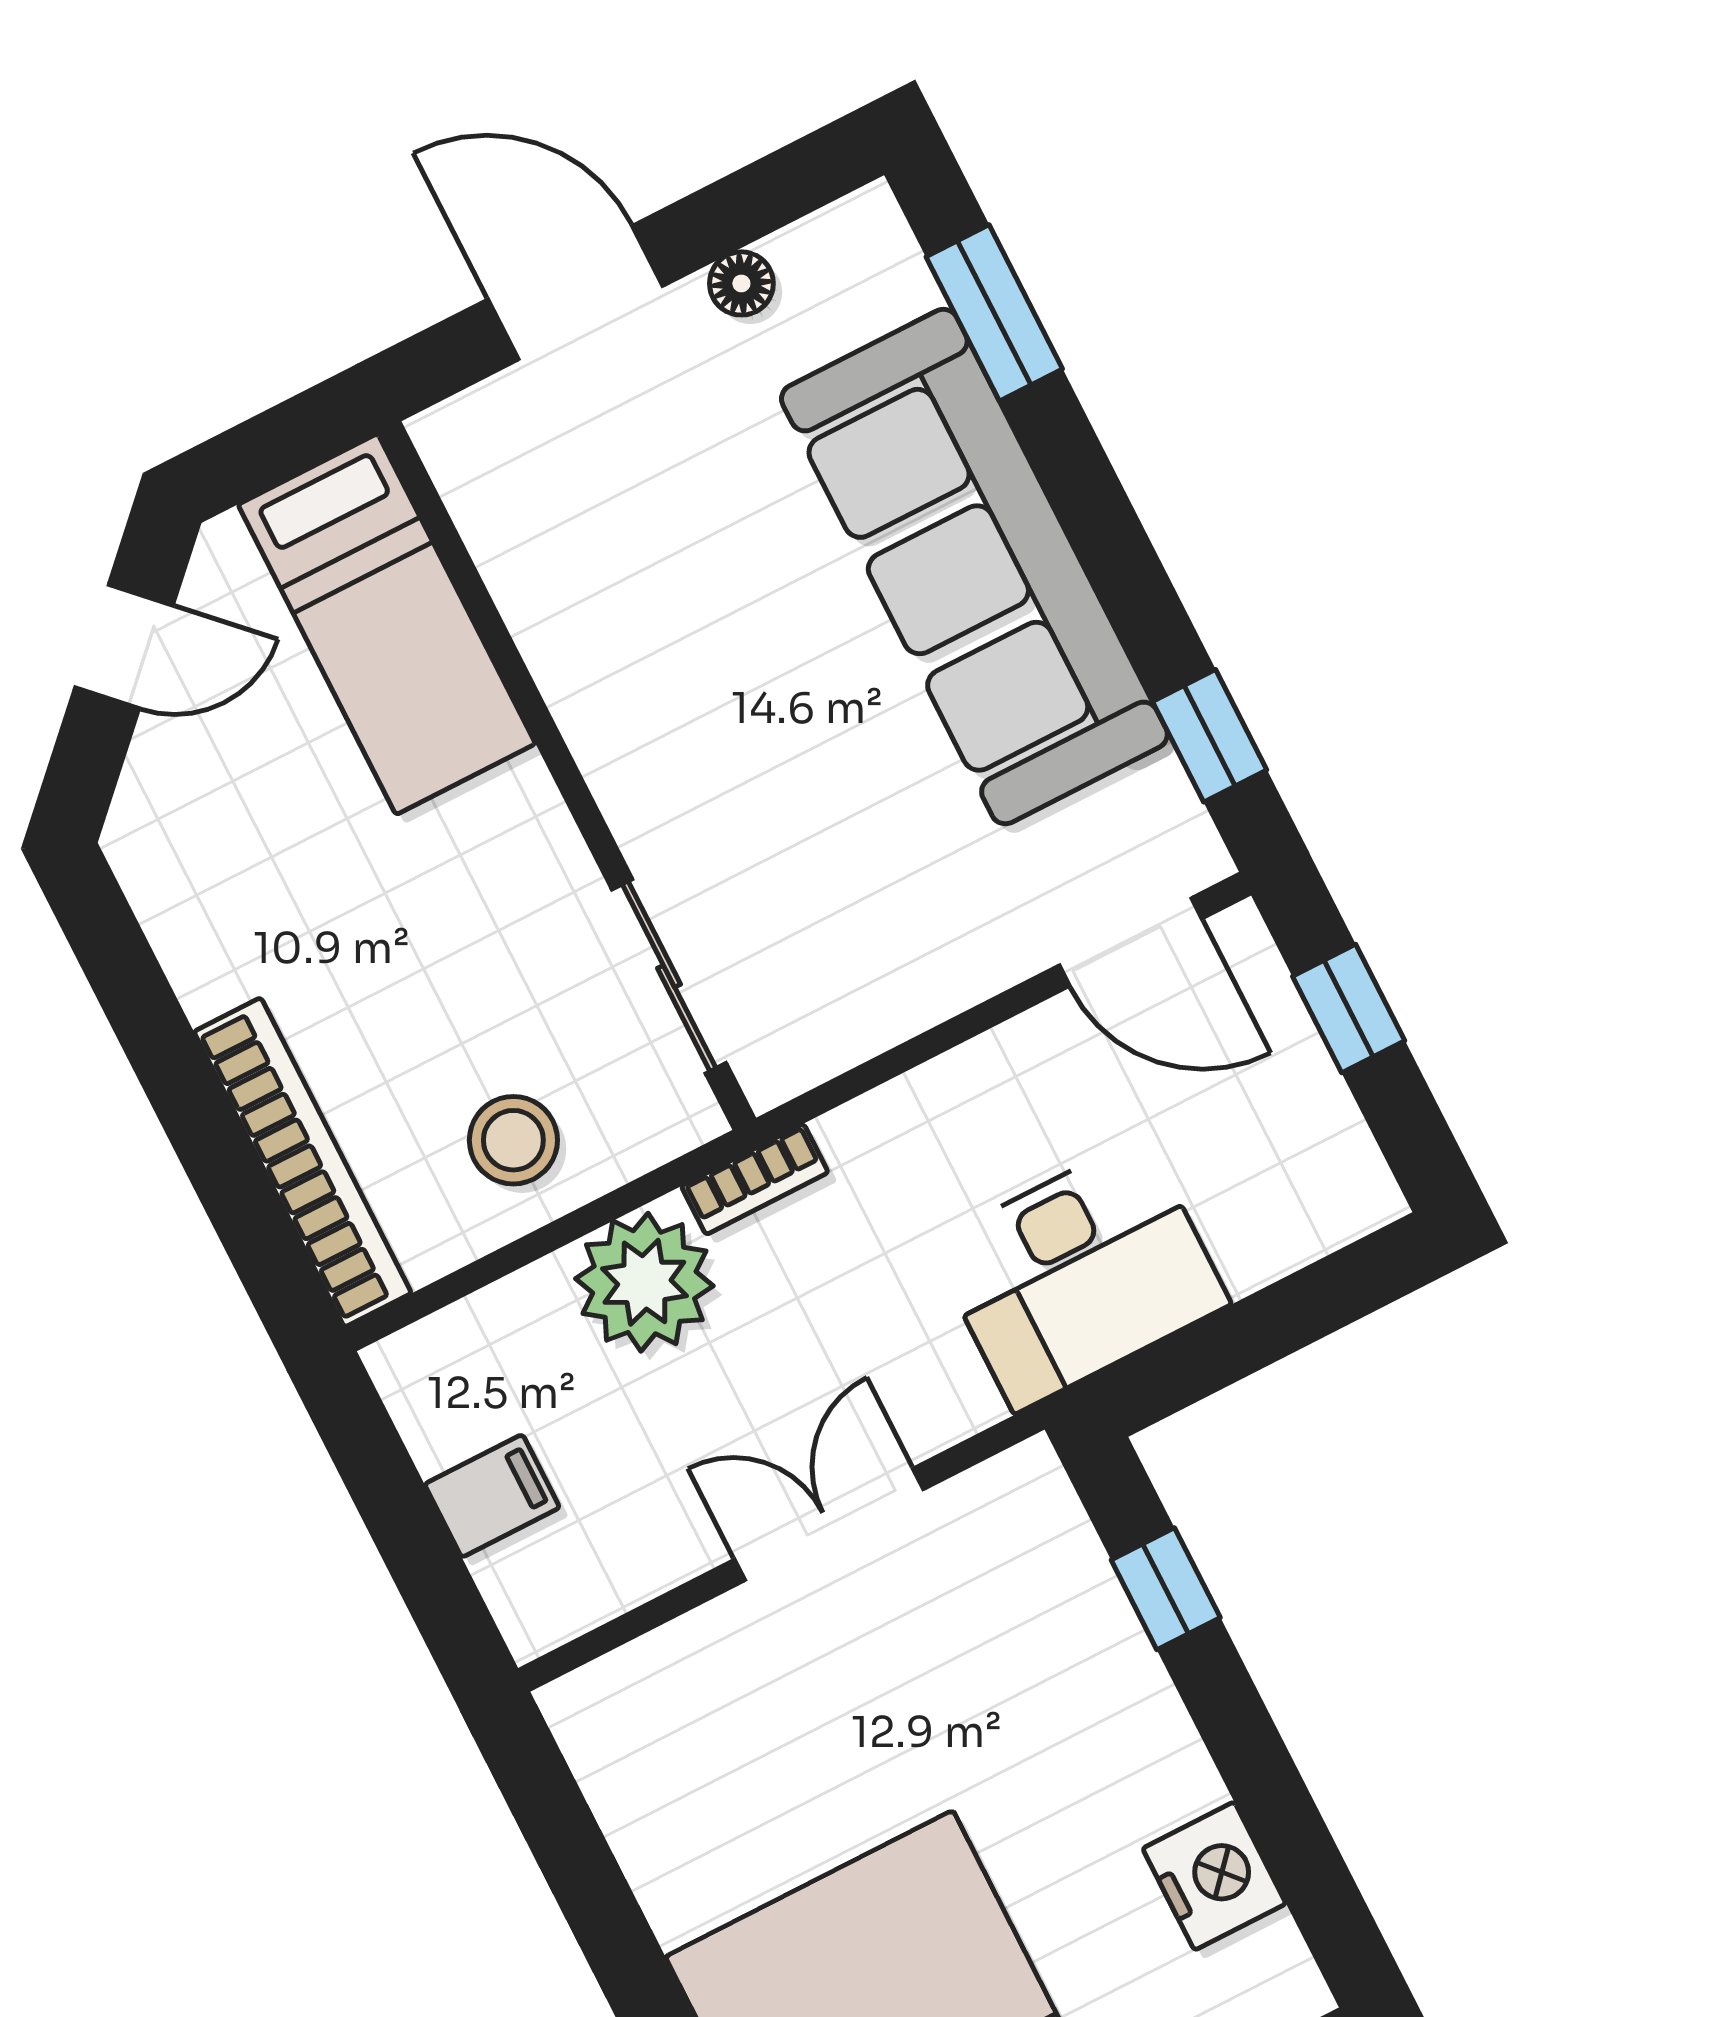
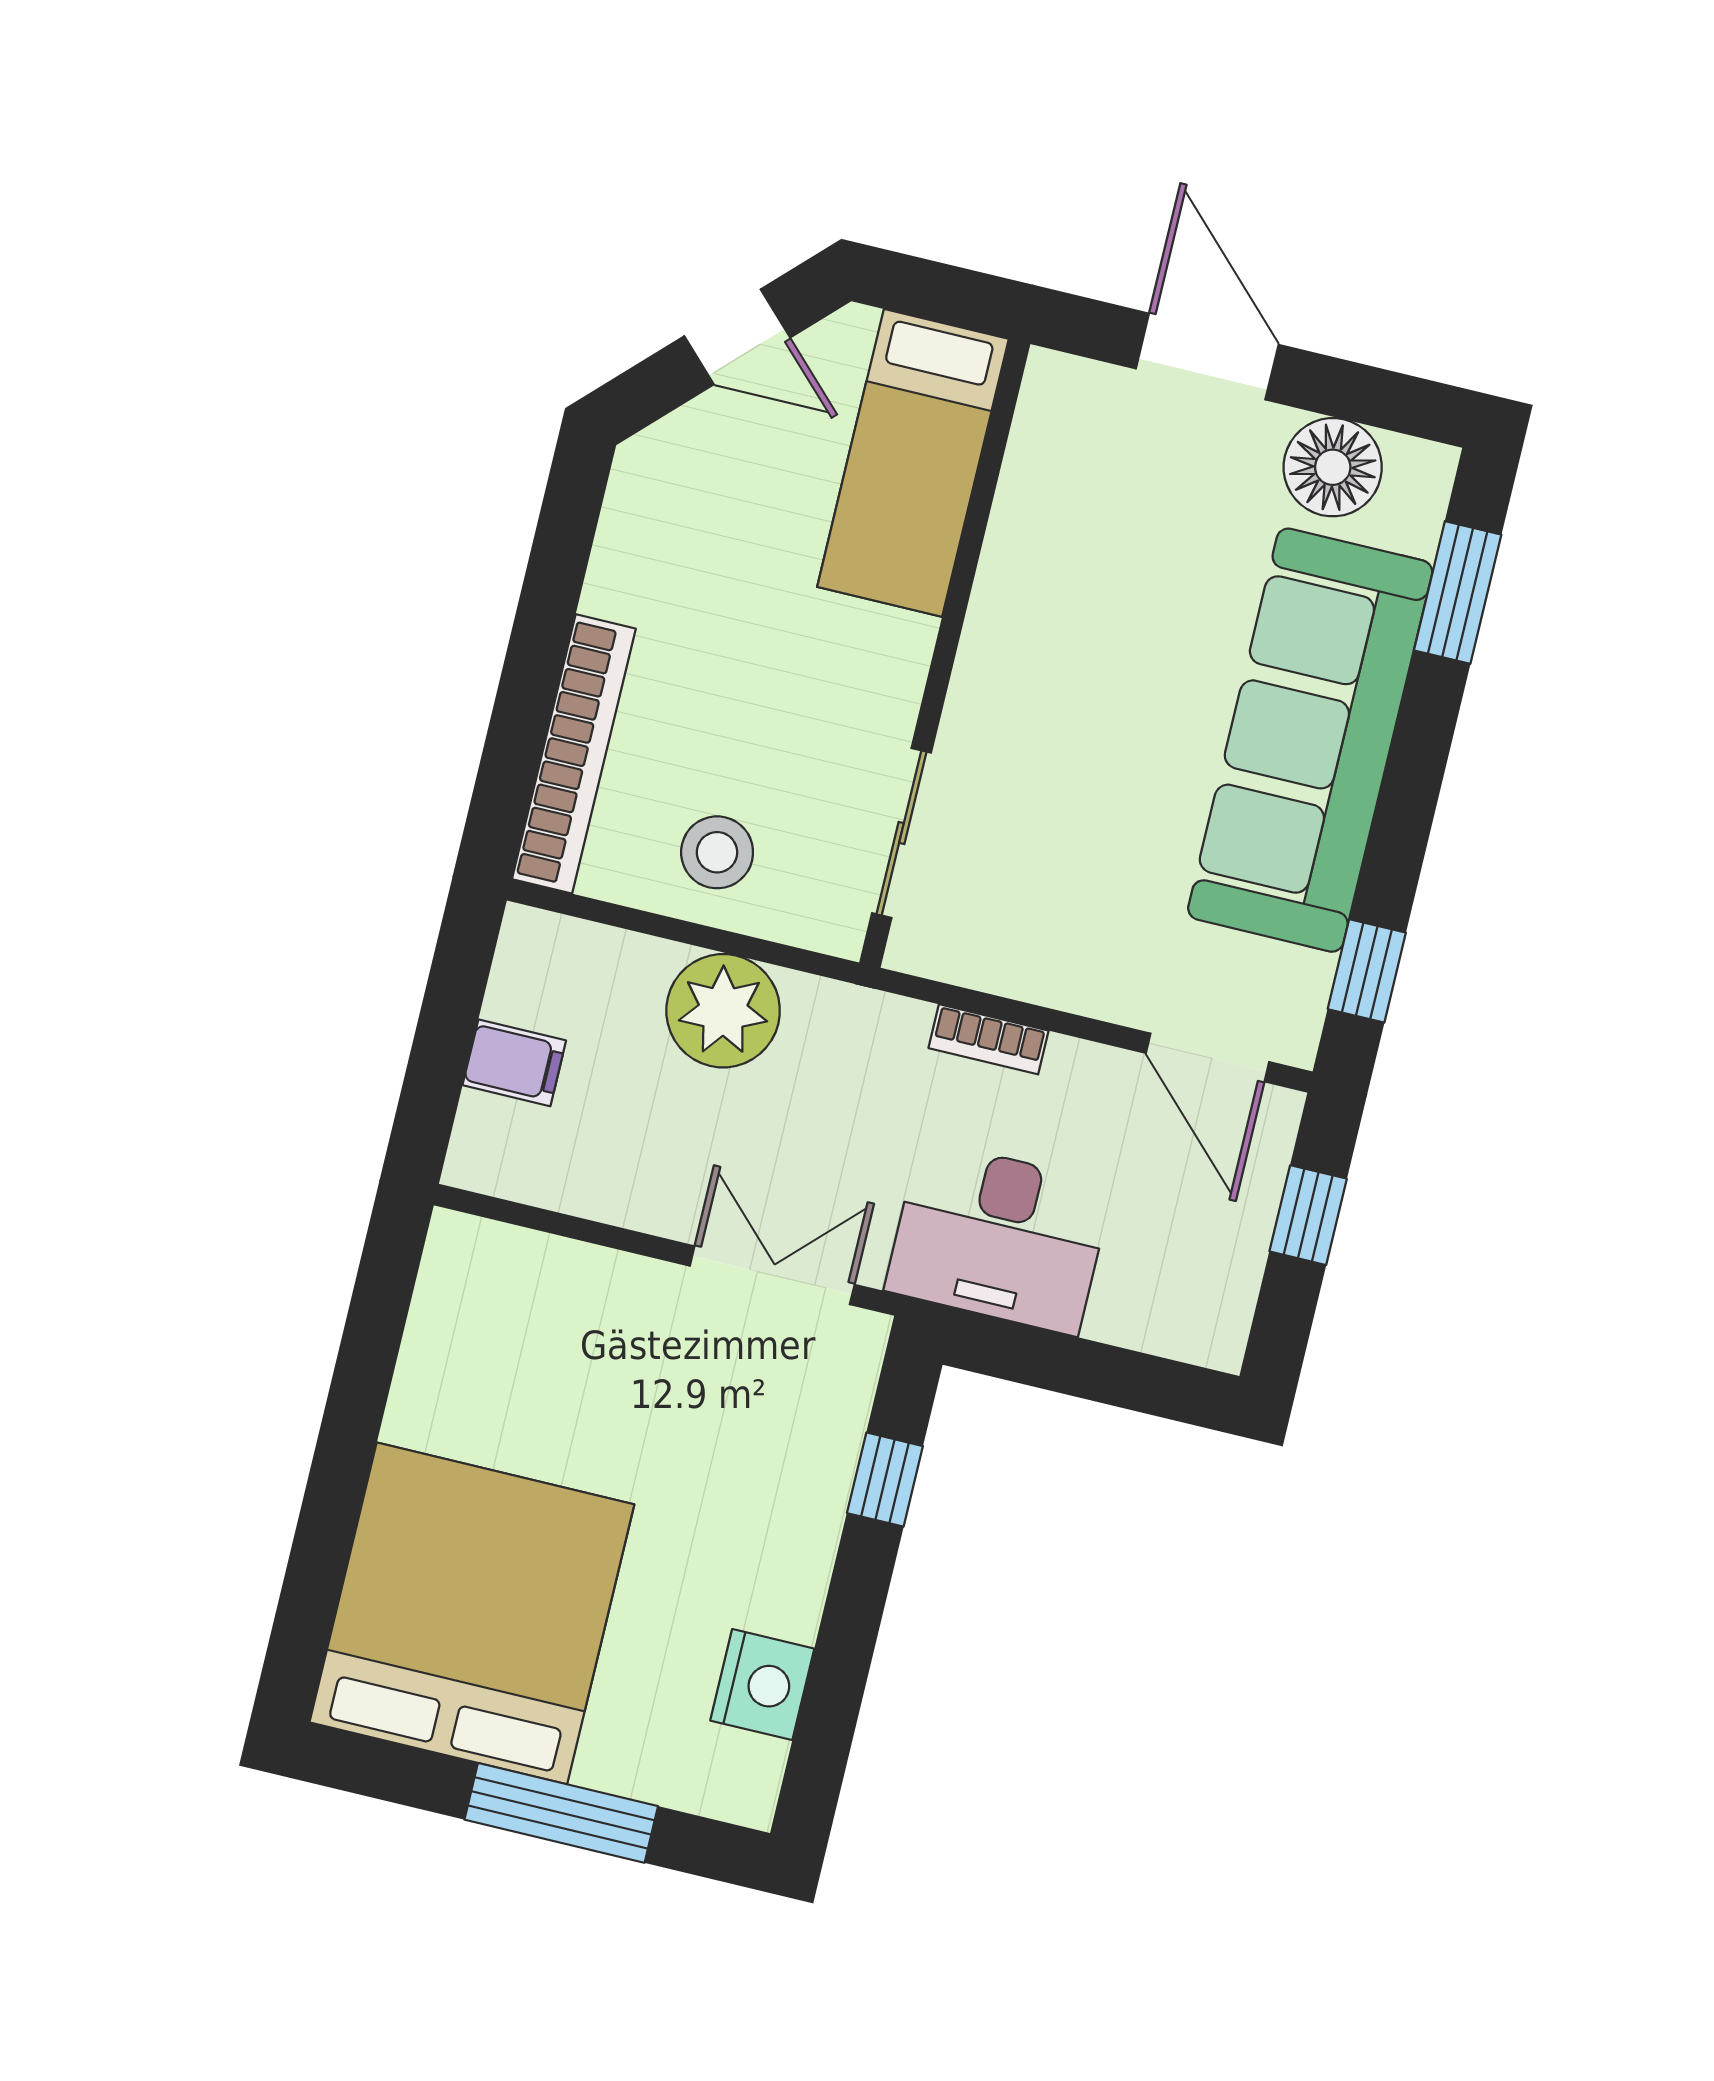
floor lamp: (741, 283) -> (1333, 467), width x1.89, depth x1.89
bookcase: (755, 1179) -> (989, 1039), moved
double door: (829, 1524) -> (772, 1275), moved

